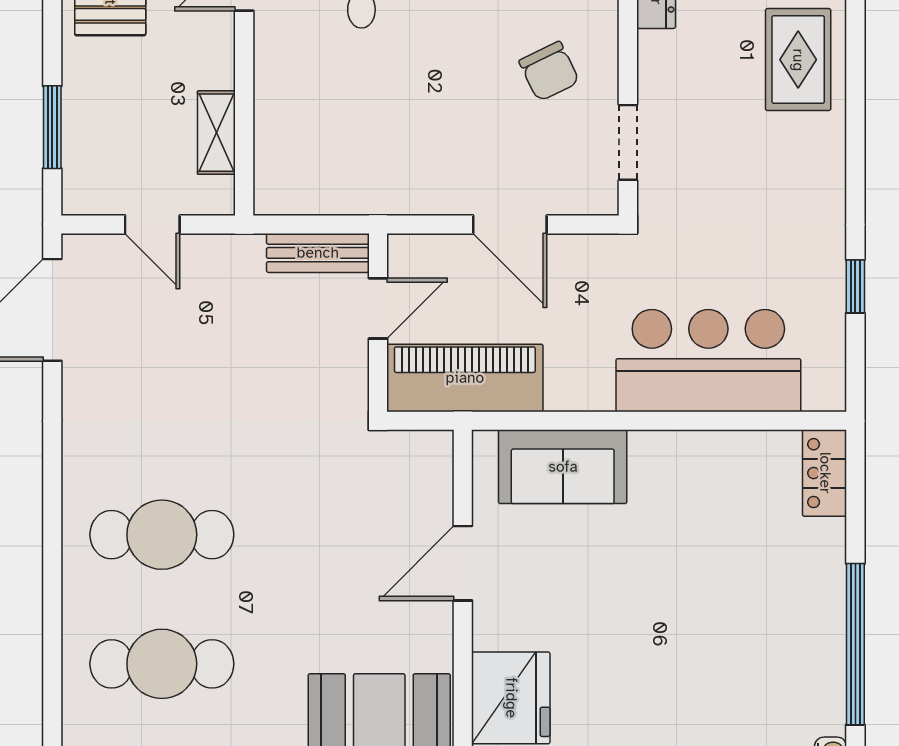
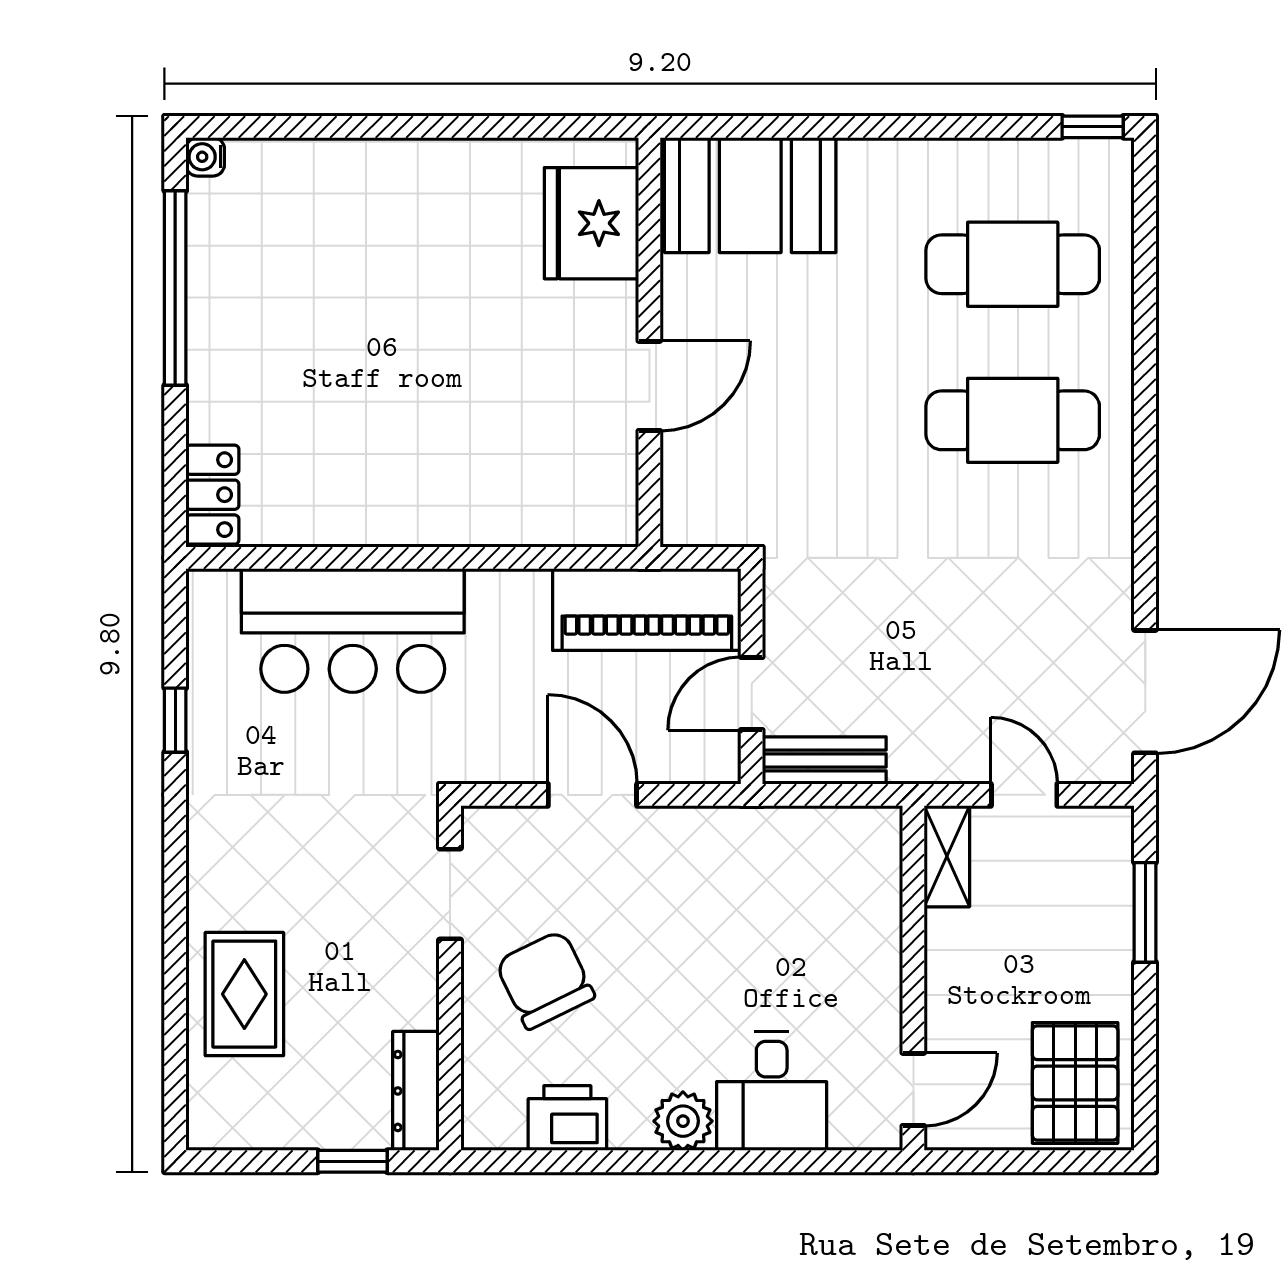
chair: (549, 71) -> (545, 980), width x1.37, depth x1.37
shelving: (216, 133) -> (947, 856), moved
sofa: (563, 467) -> (529, 502), removed

